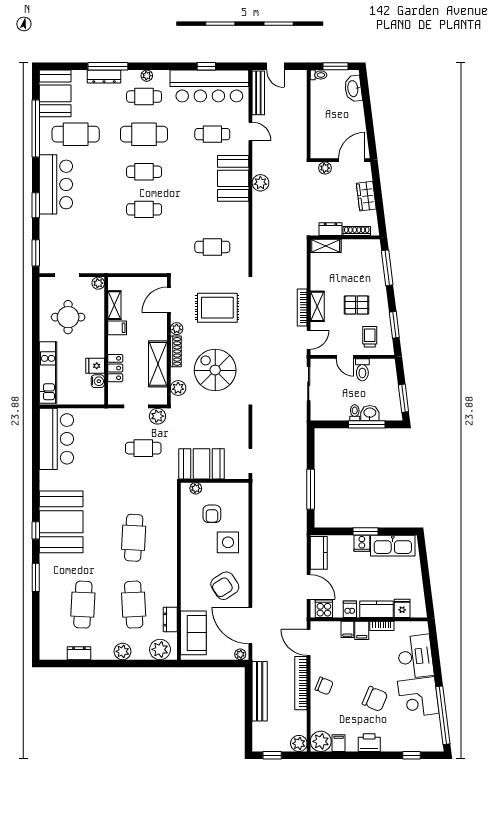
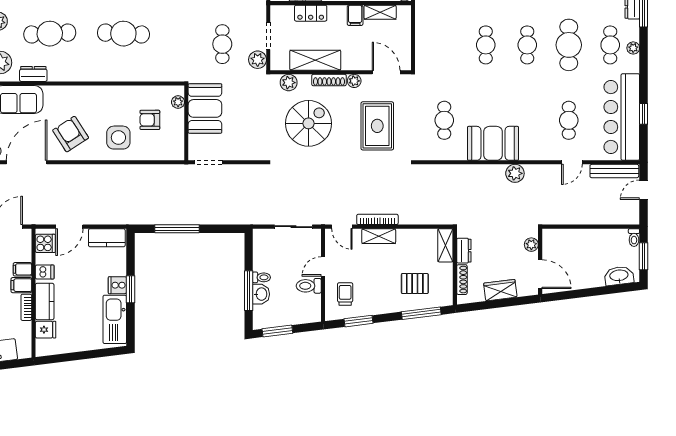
booth: (233, 178) -> (493, 143), moved
pallet: (356, 305) -> (415, 284), moved, turned 90
trolley: (370, 337) -> (345, 294), turned -90

